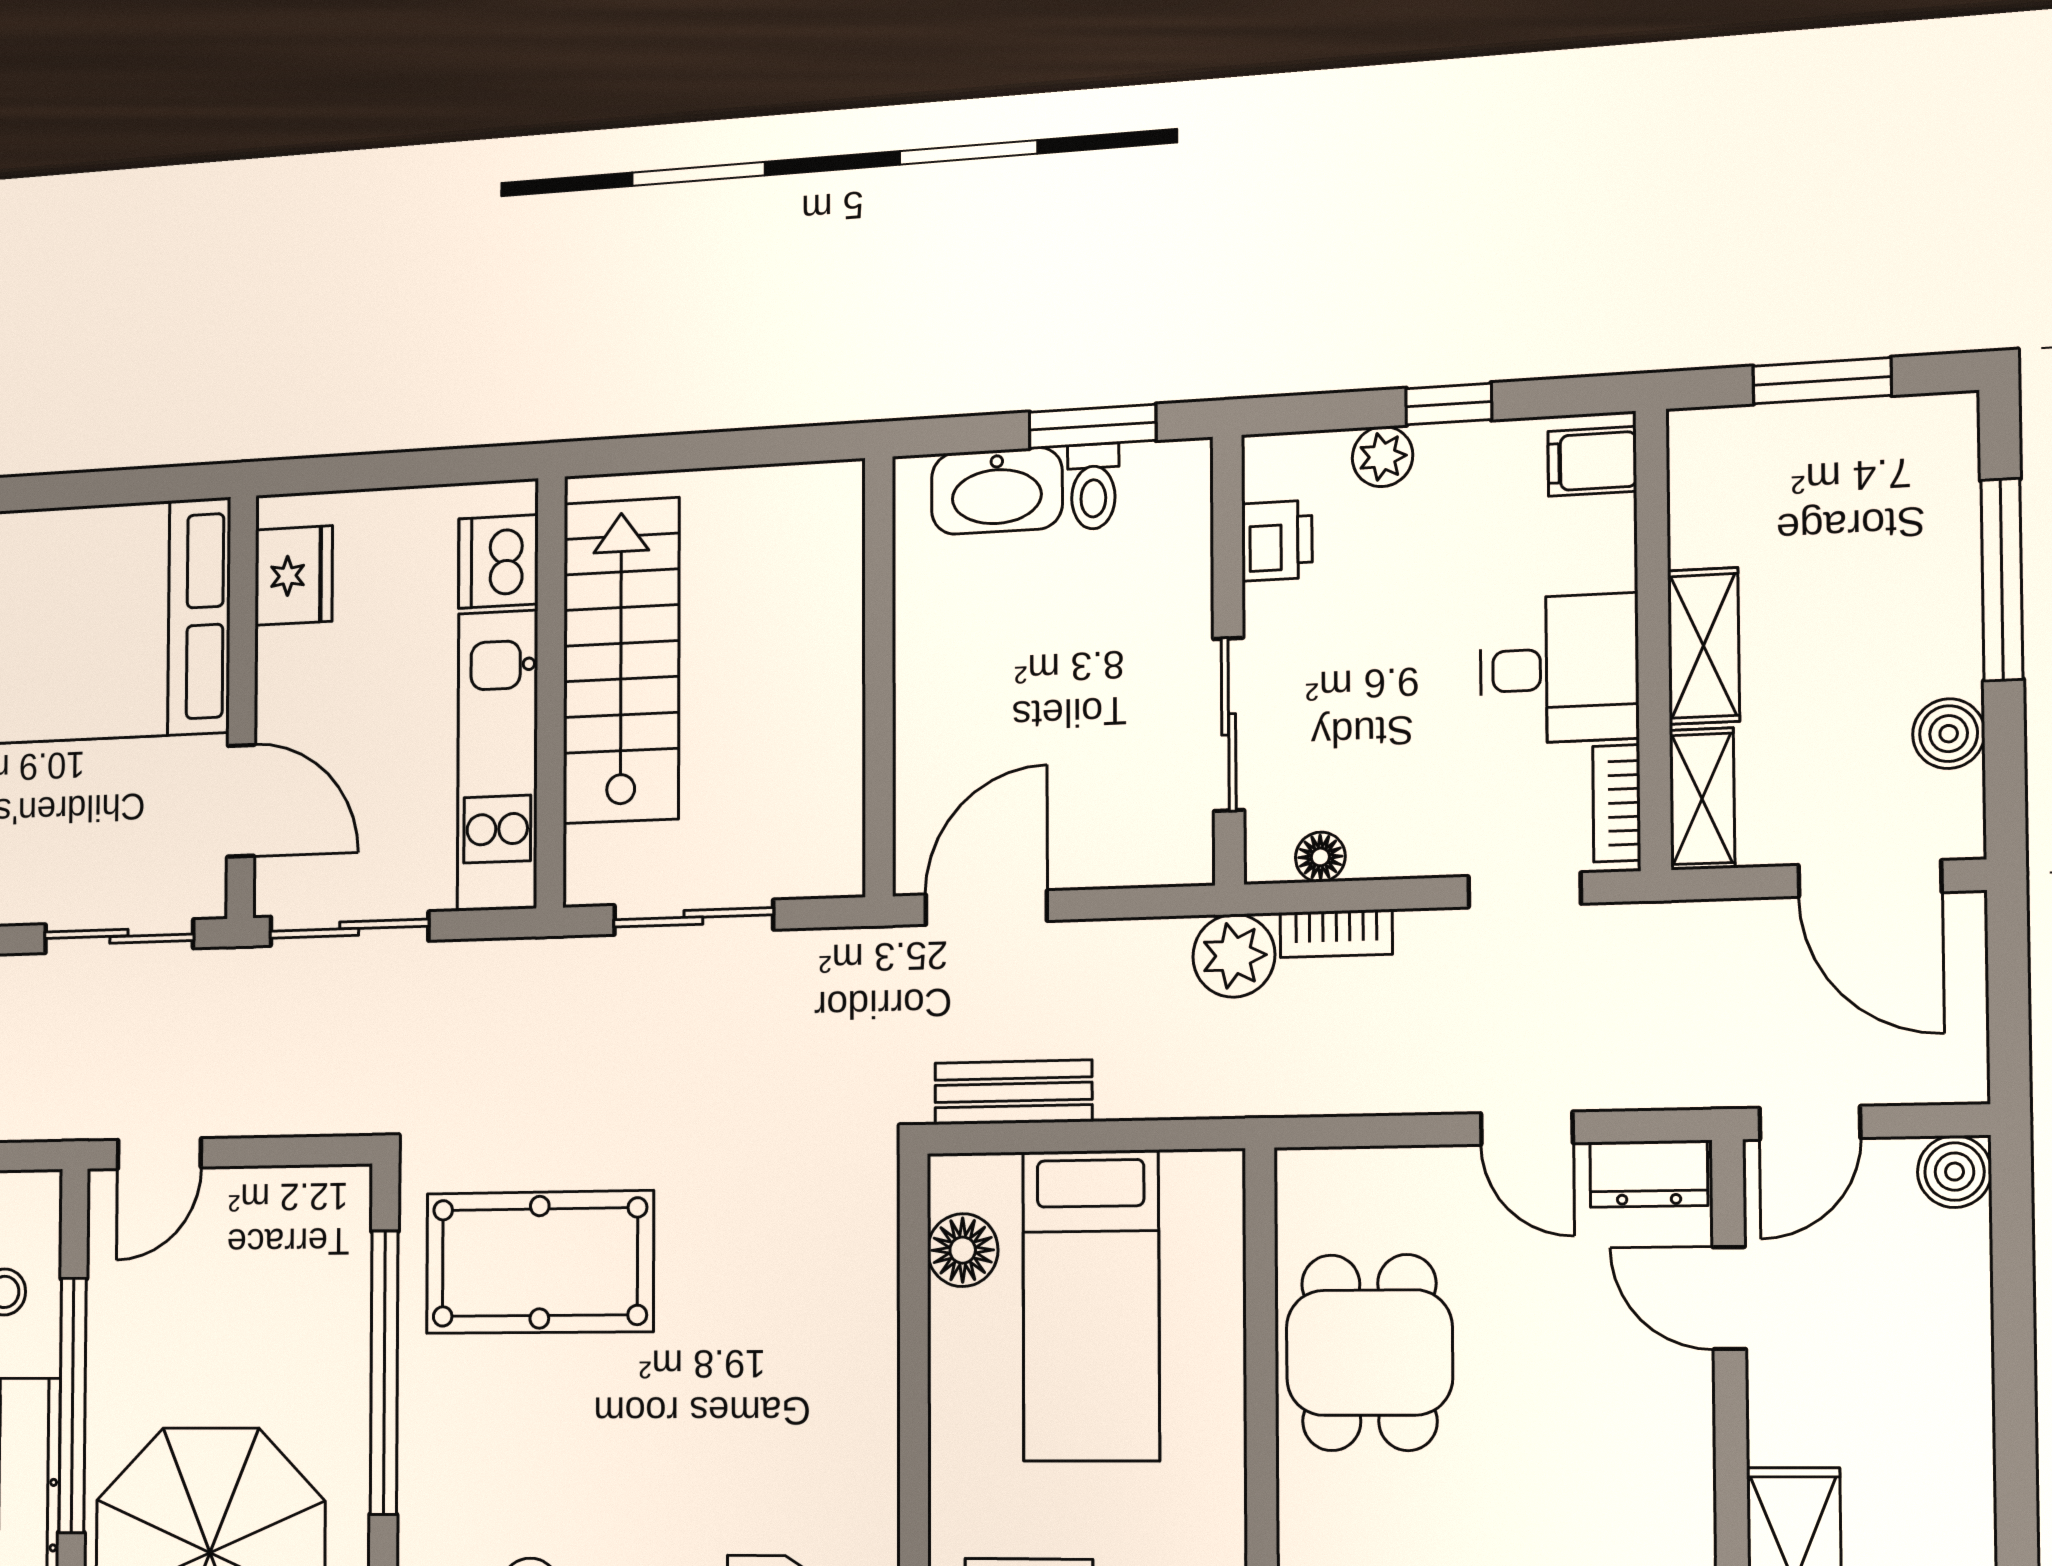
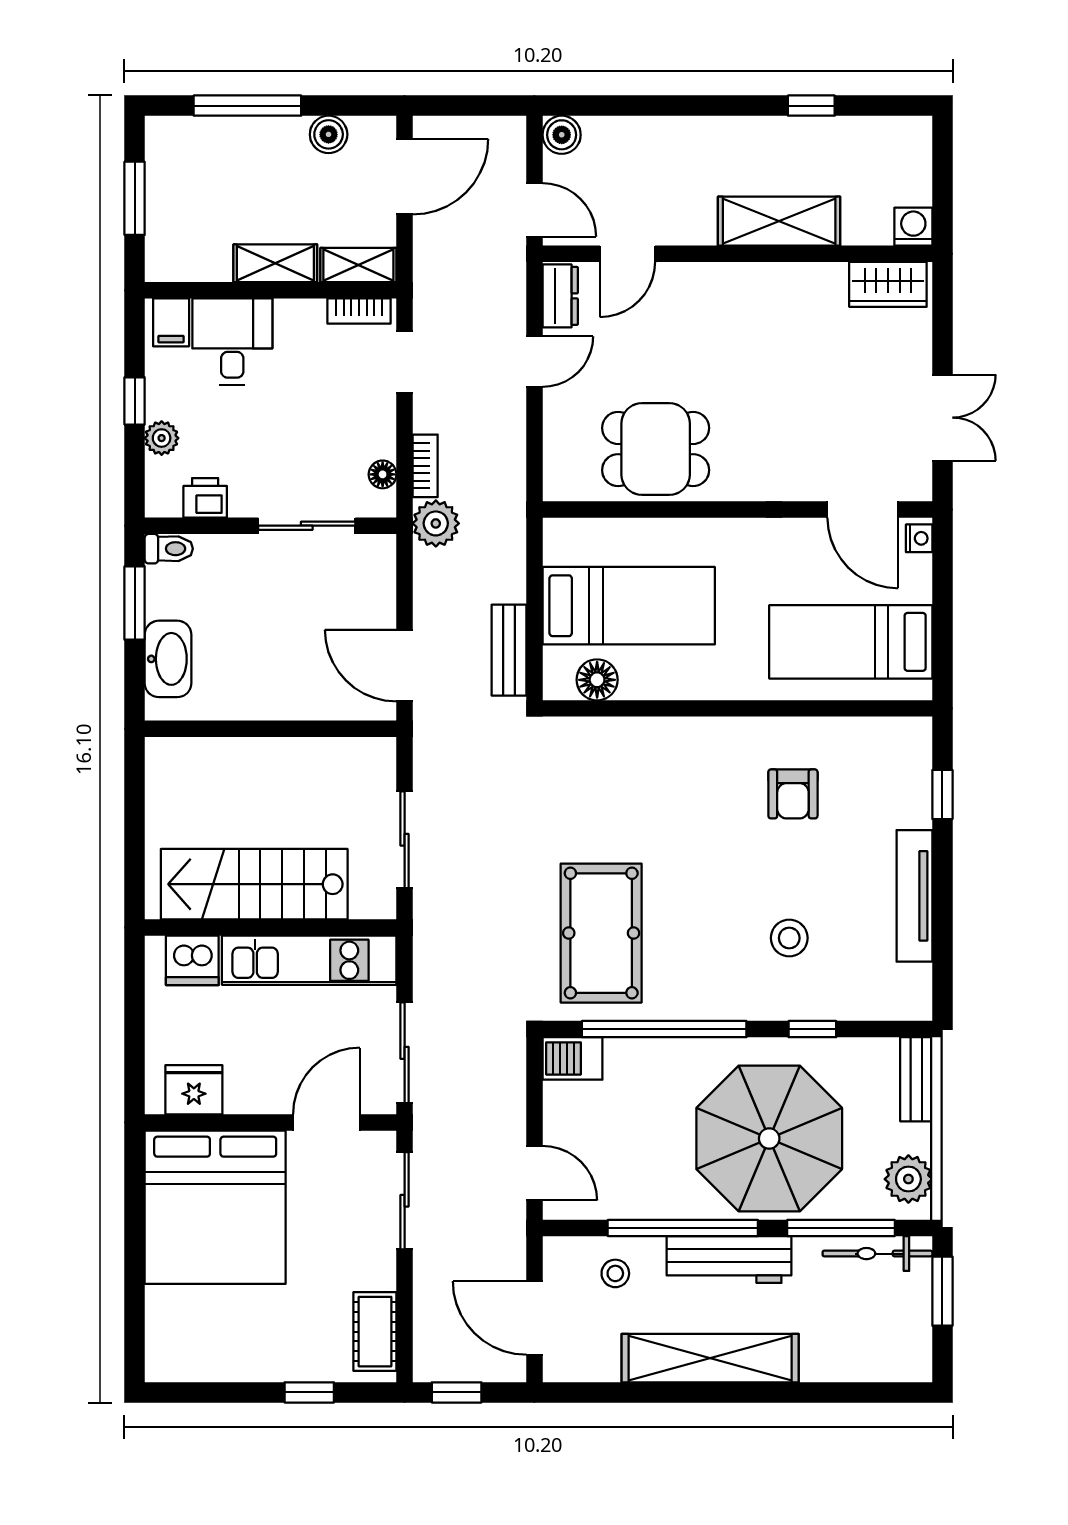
toilet: (1093, 486) -> (169, 549), moved
desk: (1559, 669) -> (232, 341), moved
barbecue: (338, 1215) -> (572, 1058), added

